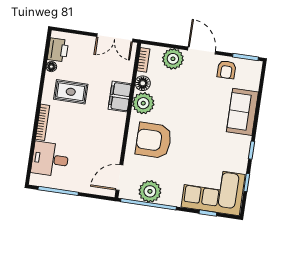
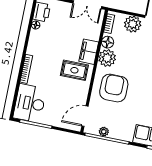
rug: (71, 92) -> (74, 70), moved
armchair: (154, 140) -> (114, 88), turned 90
desk: (50, 159) -> (30, 103), width x1.37
plant: (150, 191) -> (104, 132), width x0.53, depth x0.53

